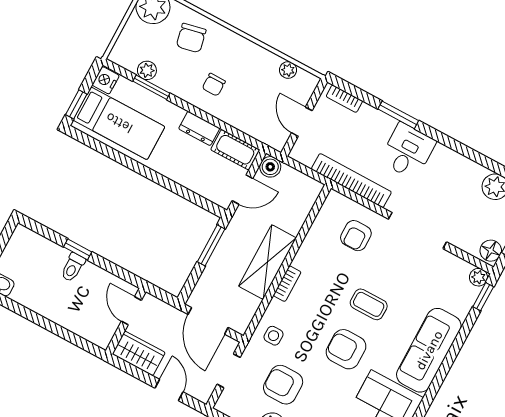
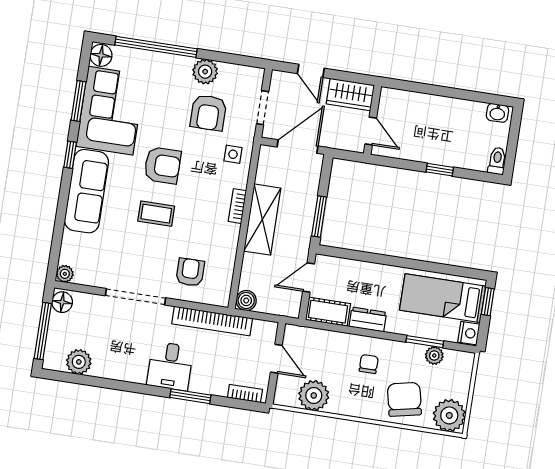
chair: (191, 38) -> (404, 399), width x1.37, depth x1.37
plant: (288, 70) -> (314, 395), width x1.88, depth x1.88
boiler: (270, 167) -> (246, 300), moved
toilet: (73, 267) -> (497, 161), moved
window: (483, 297) -> (70, 155), moved
door: (208, 321) -> (297, 147), hinge flipped
armchair: (283, 385) -> (208, 113), turned 90

